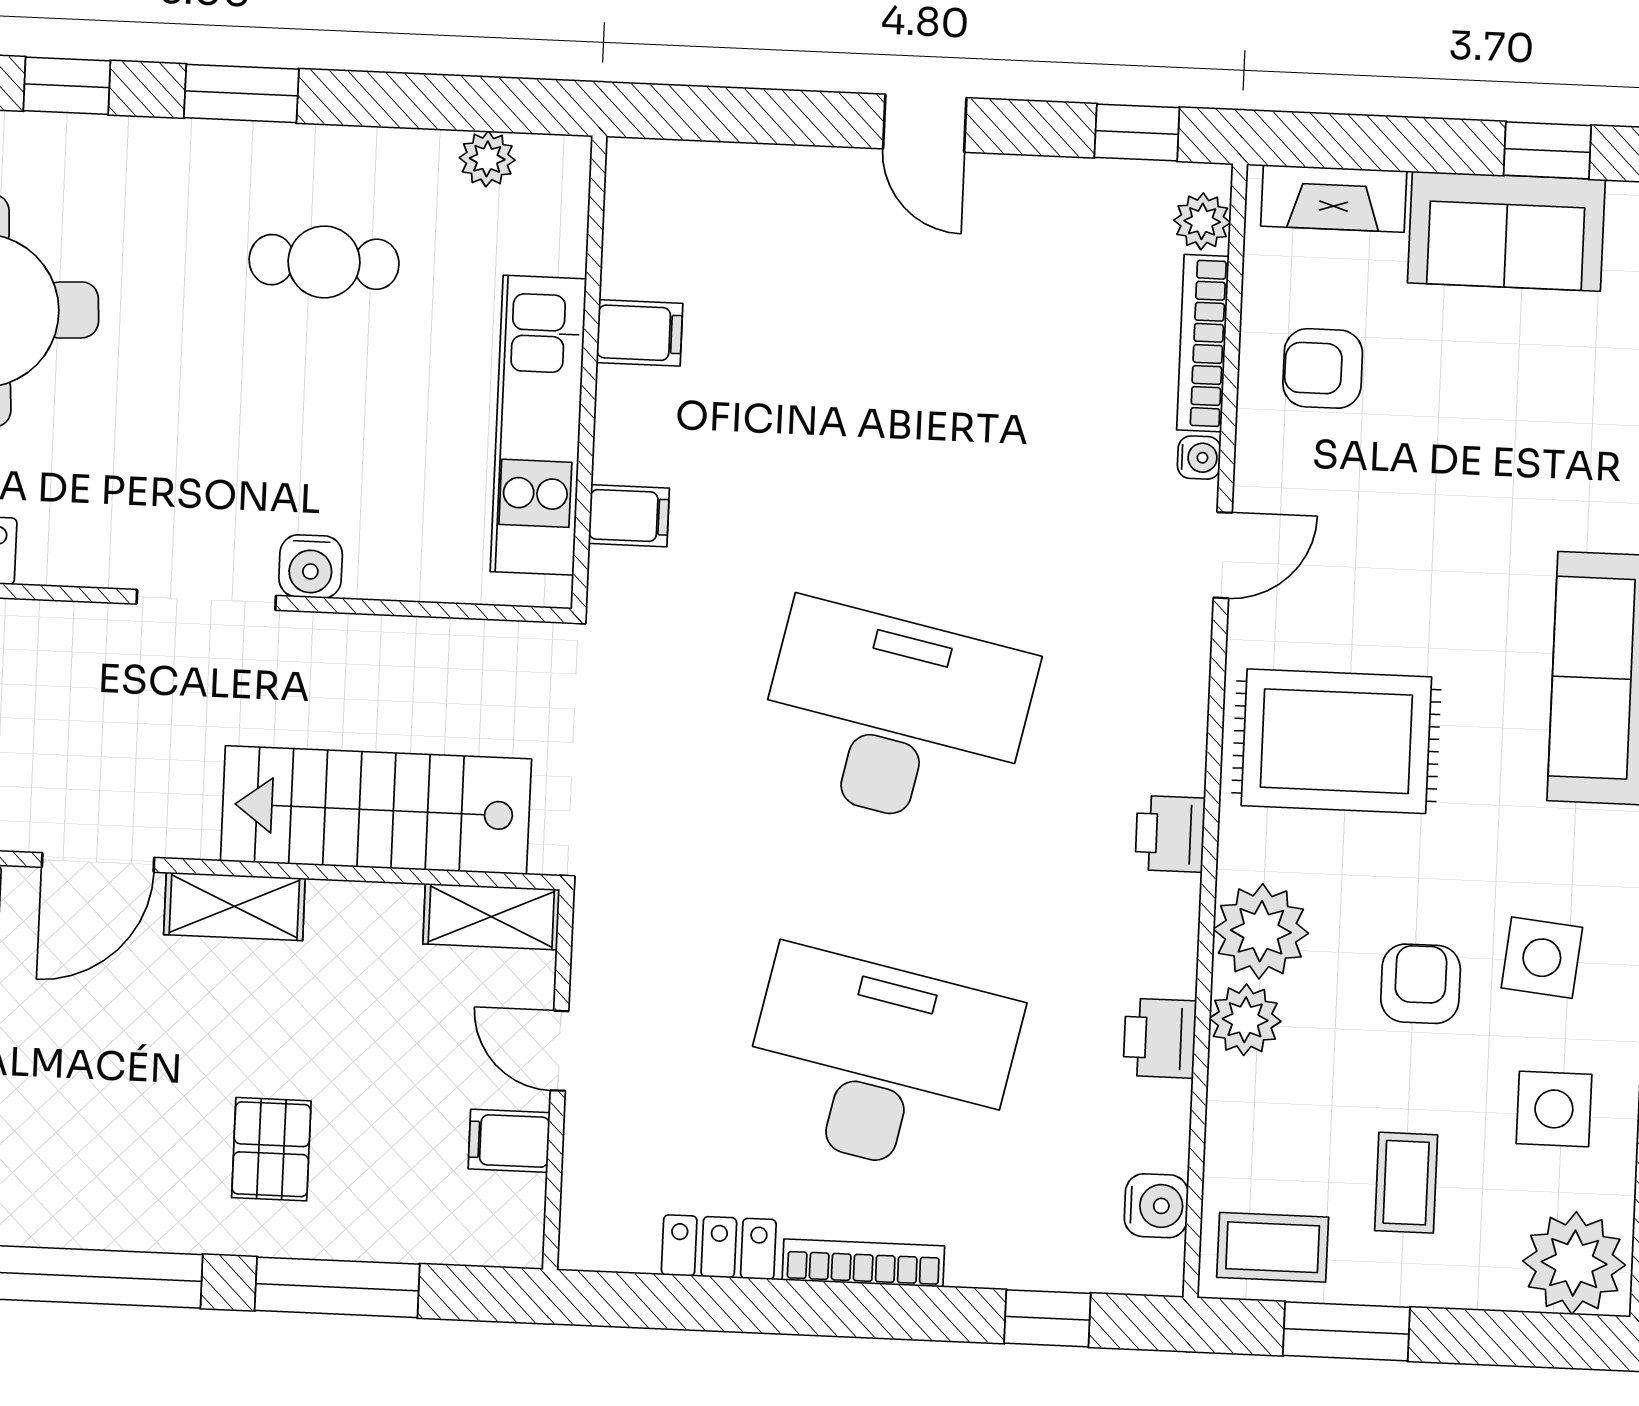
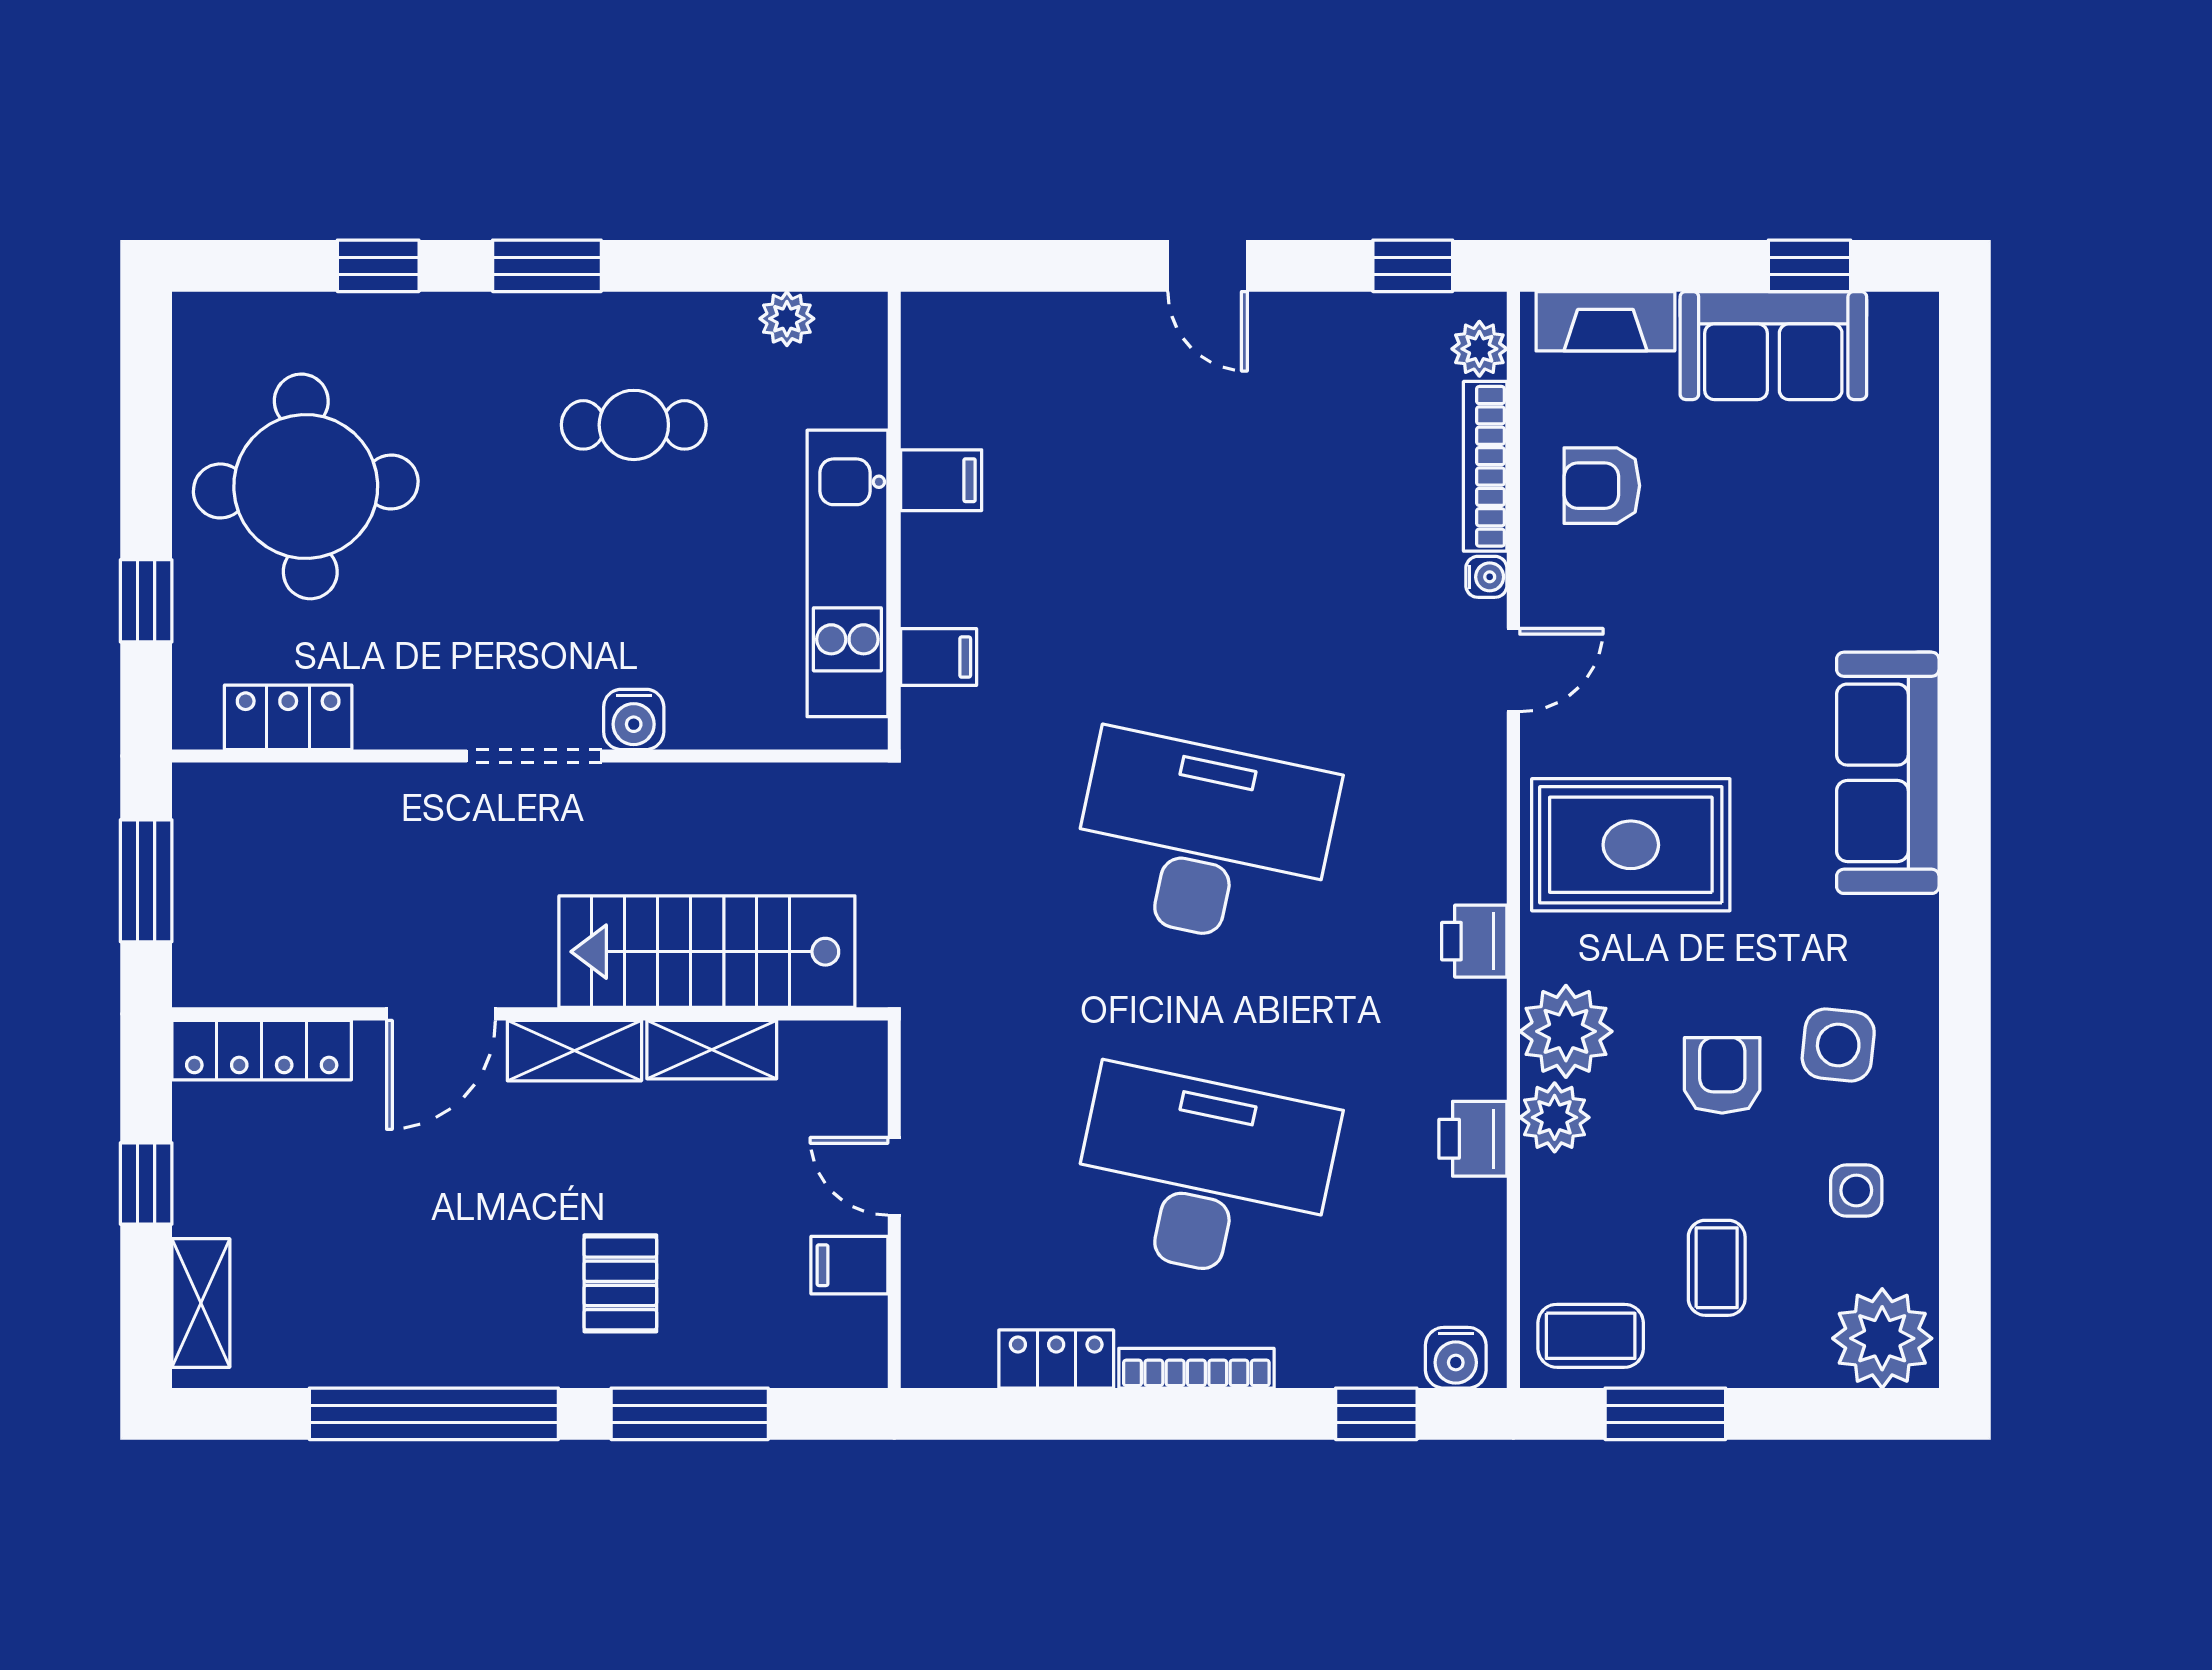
shelving: (491, 917) -> (712, 1050), moved
side table: (1554, 1109) -> (1856, 1190), width x0.73, depth x0.73
water cooler: (1156, 1206) -> (1456, 1358), moved, turned 90

